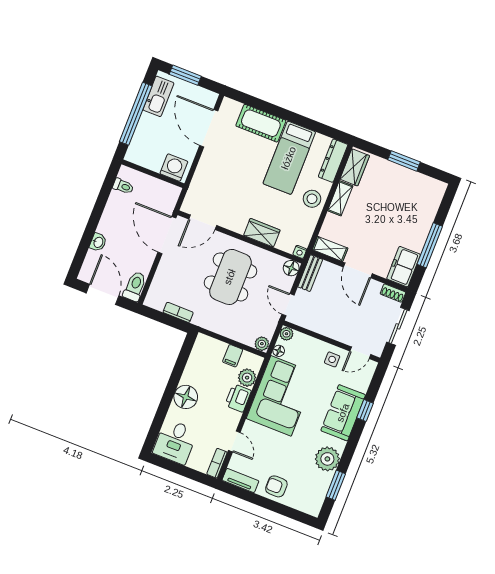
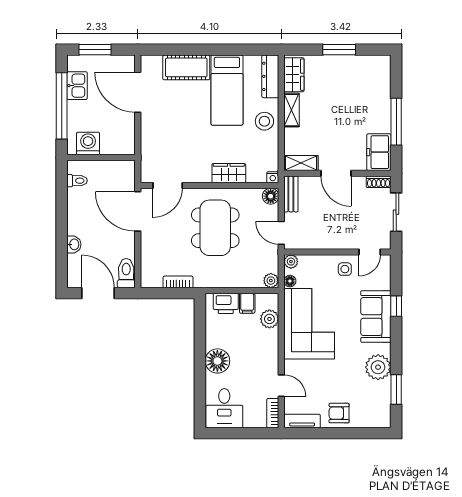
kitchen sink: (158, 96) -> (77, 86), width x0.73
washing machine: (174, 168) -> (88, 143), moved
printer: (238, 398) -> (226, 303), moved, turned -90

